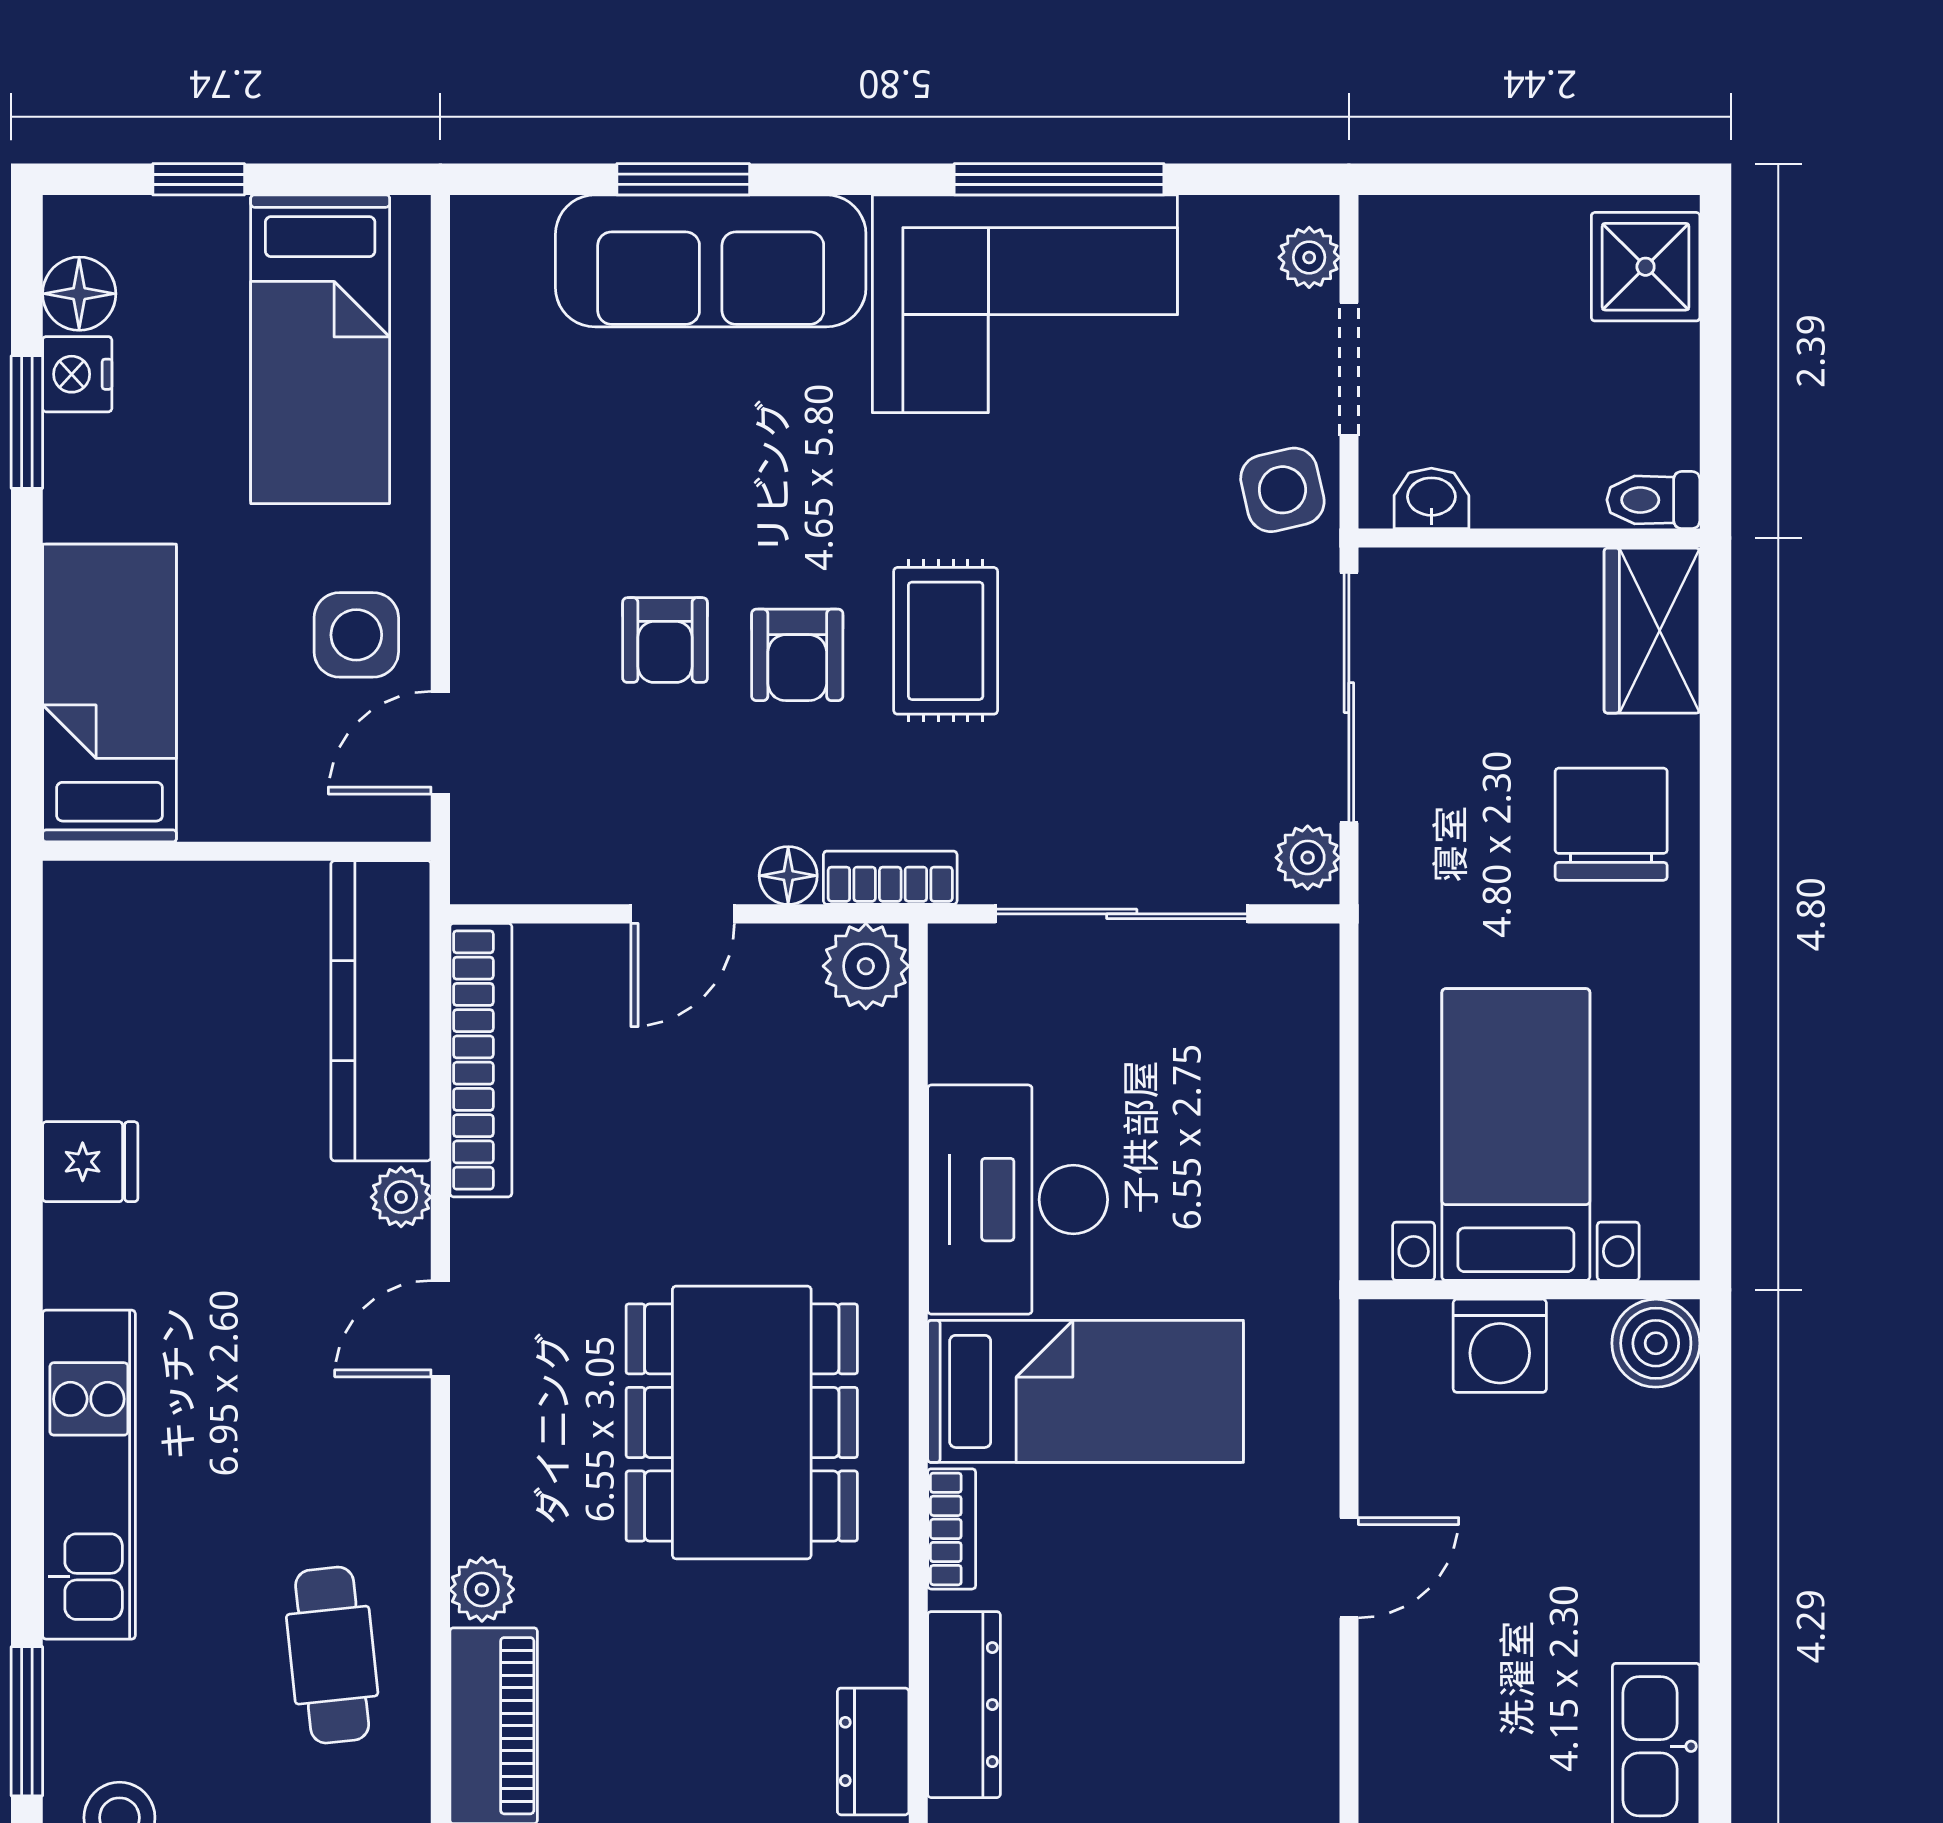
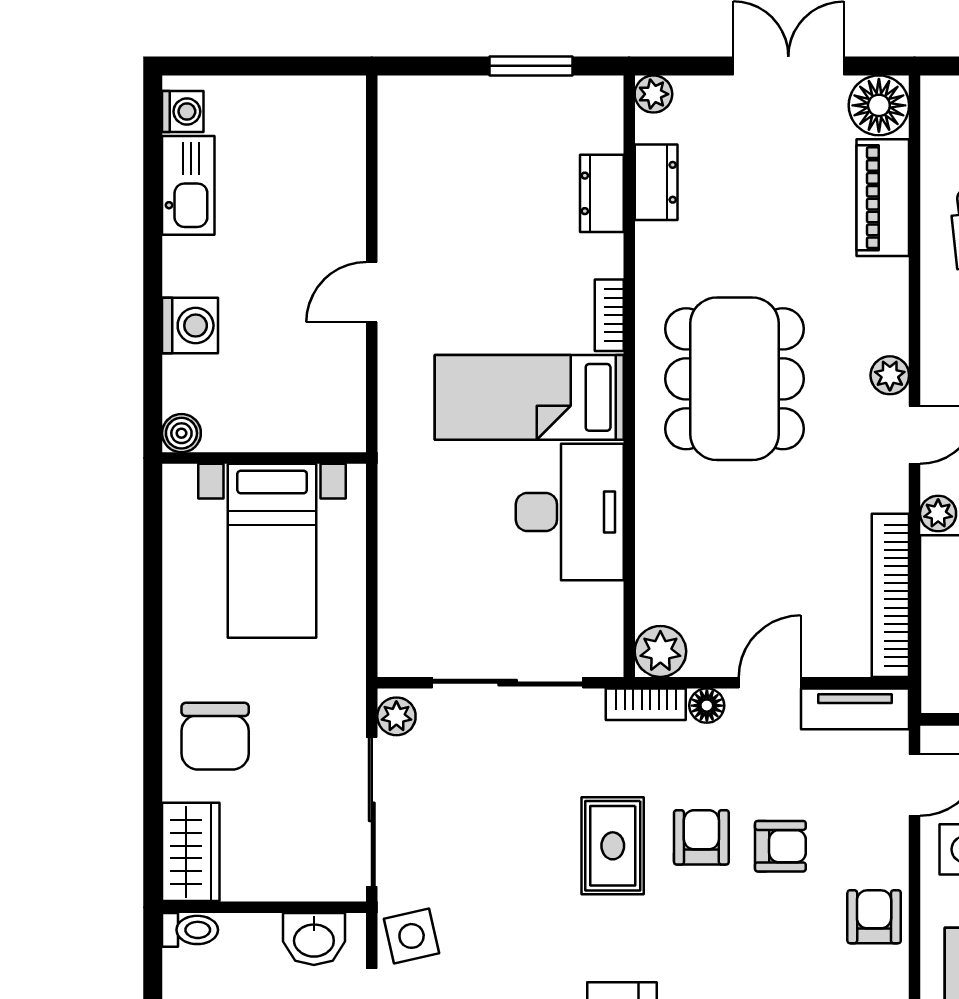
washbasin: (1431, 498) -> (314, 939), width x1.38, depth x1.45
armchair: (508, 522) -> (874, 917), added
armchair: (665, 640) -> (780, 846), turned 90
tv unit: (540, 870) -> (855, 709), added
boiler: (1656, 1343) -> (181, 433), width x0.73, depth x0.73
washing machine: (1500, 1346) -> (190, 326), moved, turned 90
plant: (482, 1589) -> (890, 375), moved
dresser: (964, 1705) -> (602, 193), width x0.70

